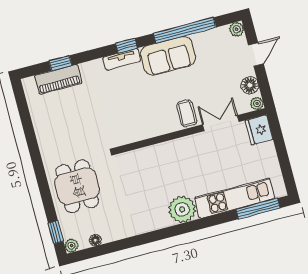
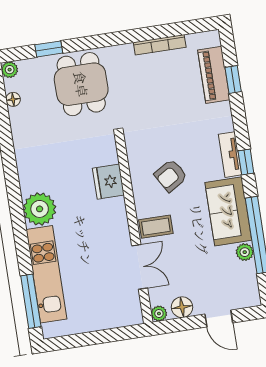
plant: (237, 29) -> (245, 252), moved
armchair: (144, 106) -> (171, 176), added
bookcase: (38, 126) -> (160, 45), added
fridge: (259, 130) -> (108, 182), moved, turned -90
dining table: (77, 186) -> (81, 84), turned 90
window: (56, 232) -> (49, 49), moved

